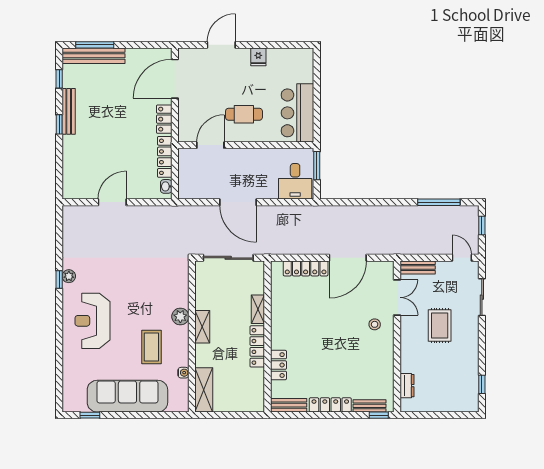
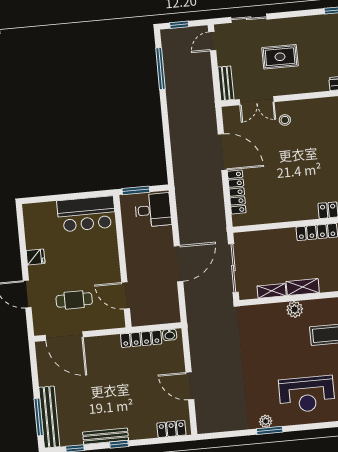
cafe table: (244, 114) -> (74, 300), moved, turned 90
locker: (164, 119) -> (171, 429), moved, turned 180
window: (59, 280) -> (270, 430), width x1.50
double door: (397, 297) -> (257, 101), swing flipped
shelving: (258, 309) -> (272, 291), moved

